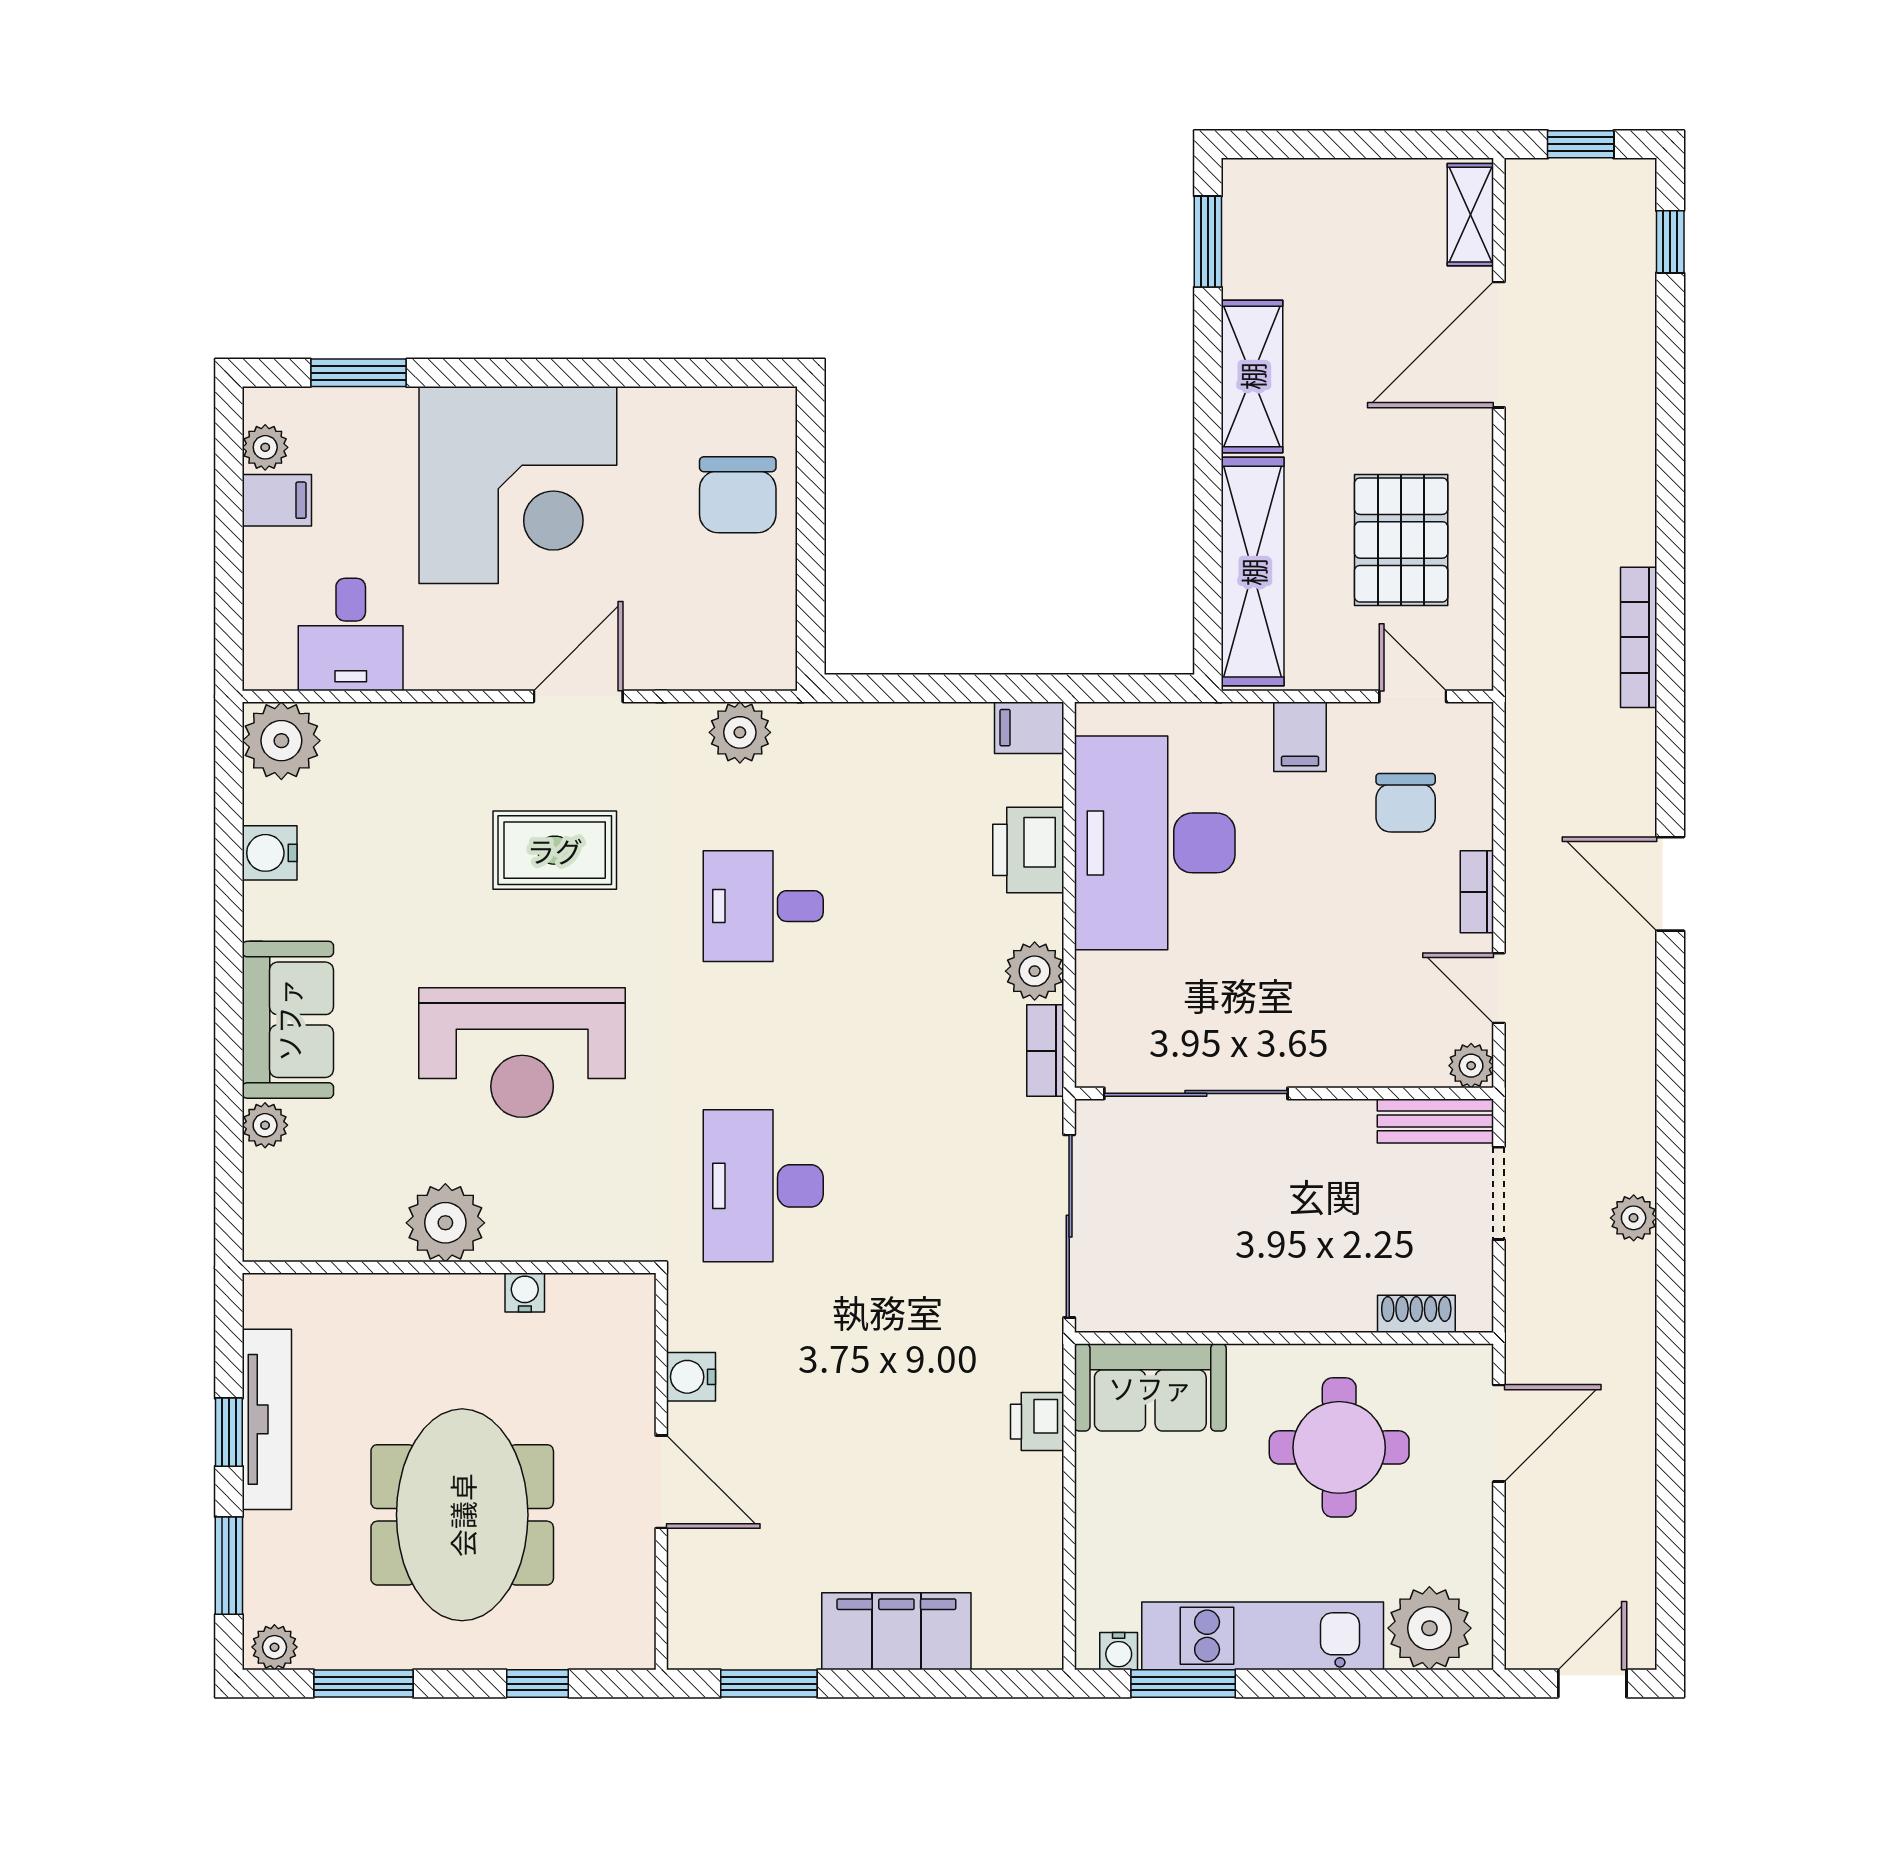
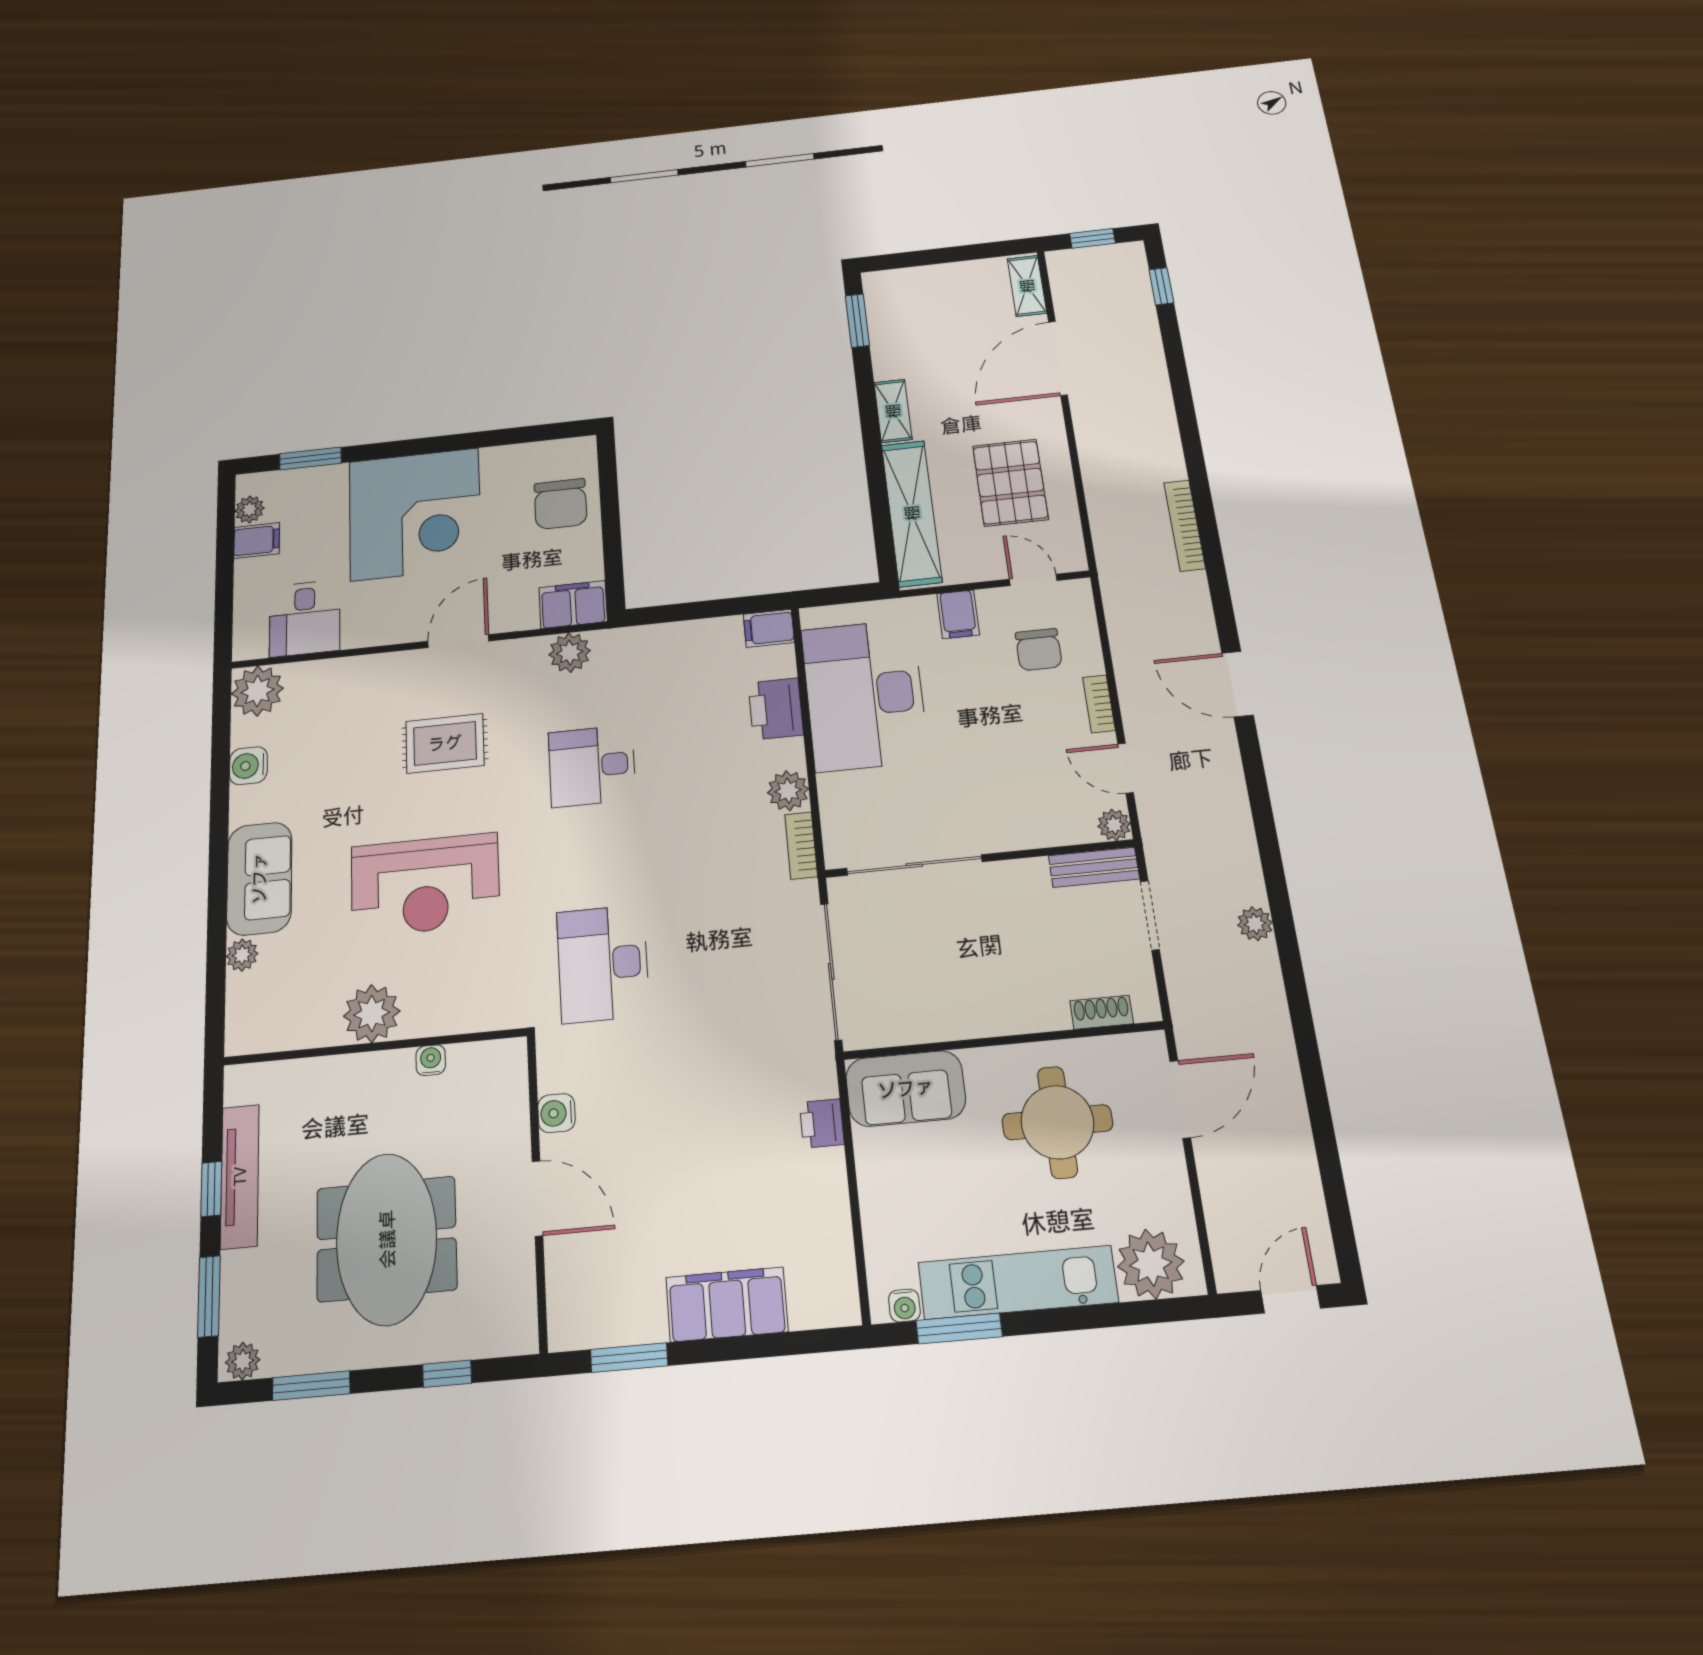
shelving: (1252, 376) -> (893, 411), width x0.67, depth x0.75
filing cabinet: (748, 658) -> (573, 605), added

